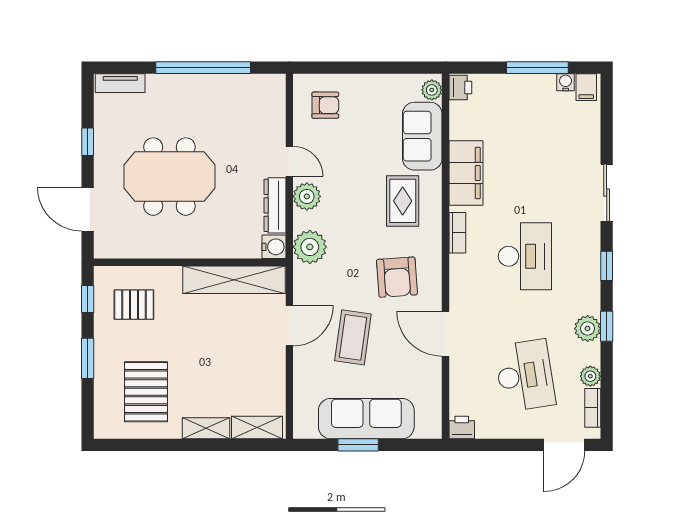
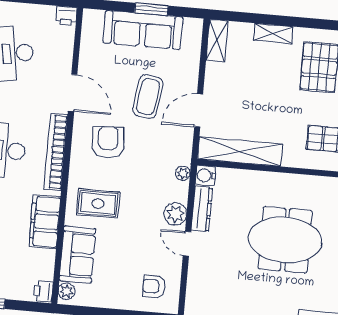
rug: (403, 201) -> (98, 203), turned 90
bookcase: (457, 233) -> (56, 152), width x2.31, depth x1.31
plant: (310, 247) -> (183, 173), width x0.53, depth x0.53
shelving: (257, 427) -> (217, 41), moved, turned 90

